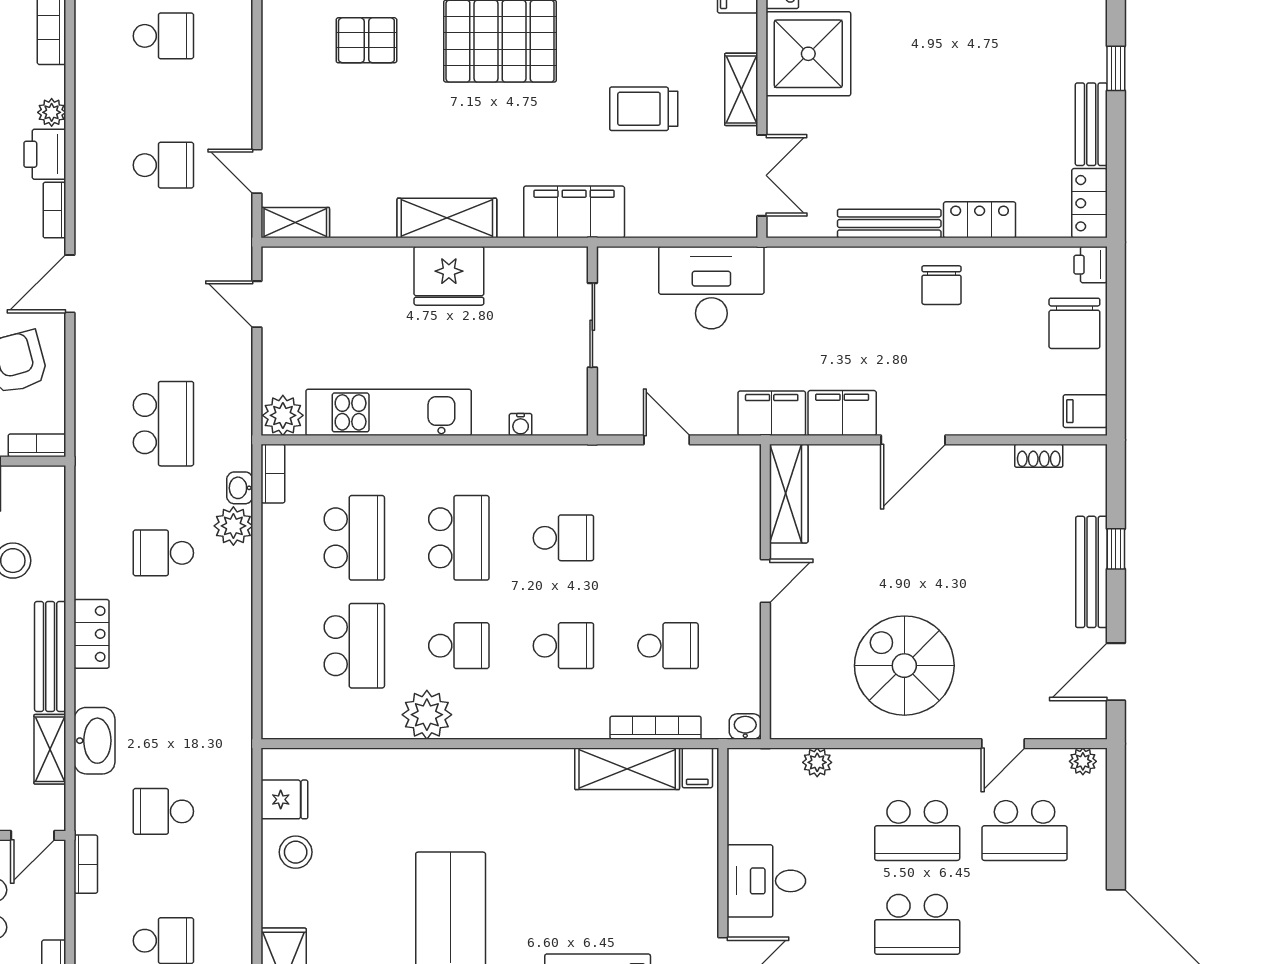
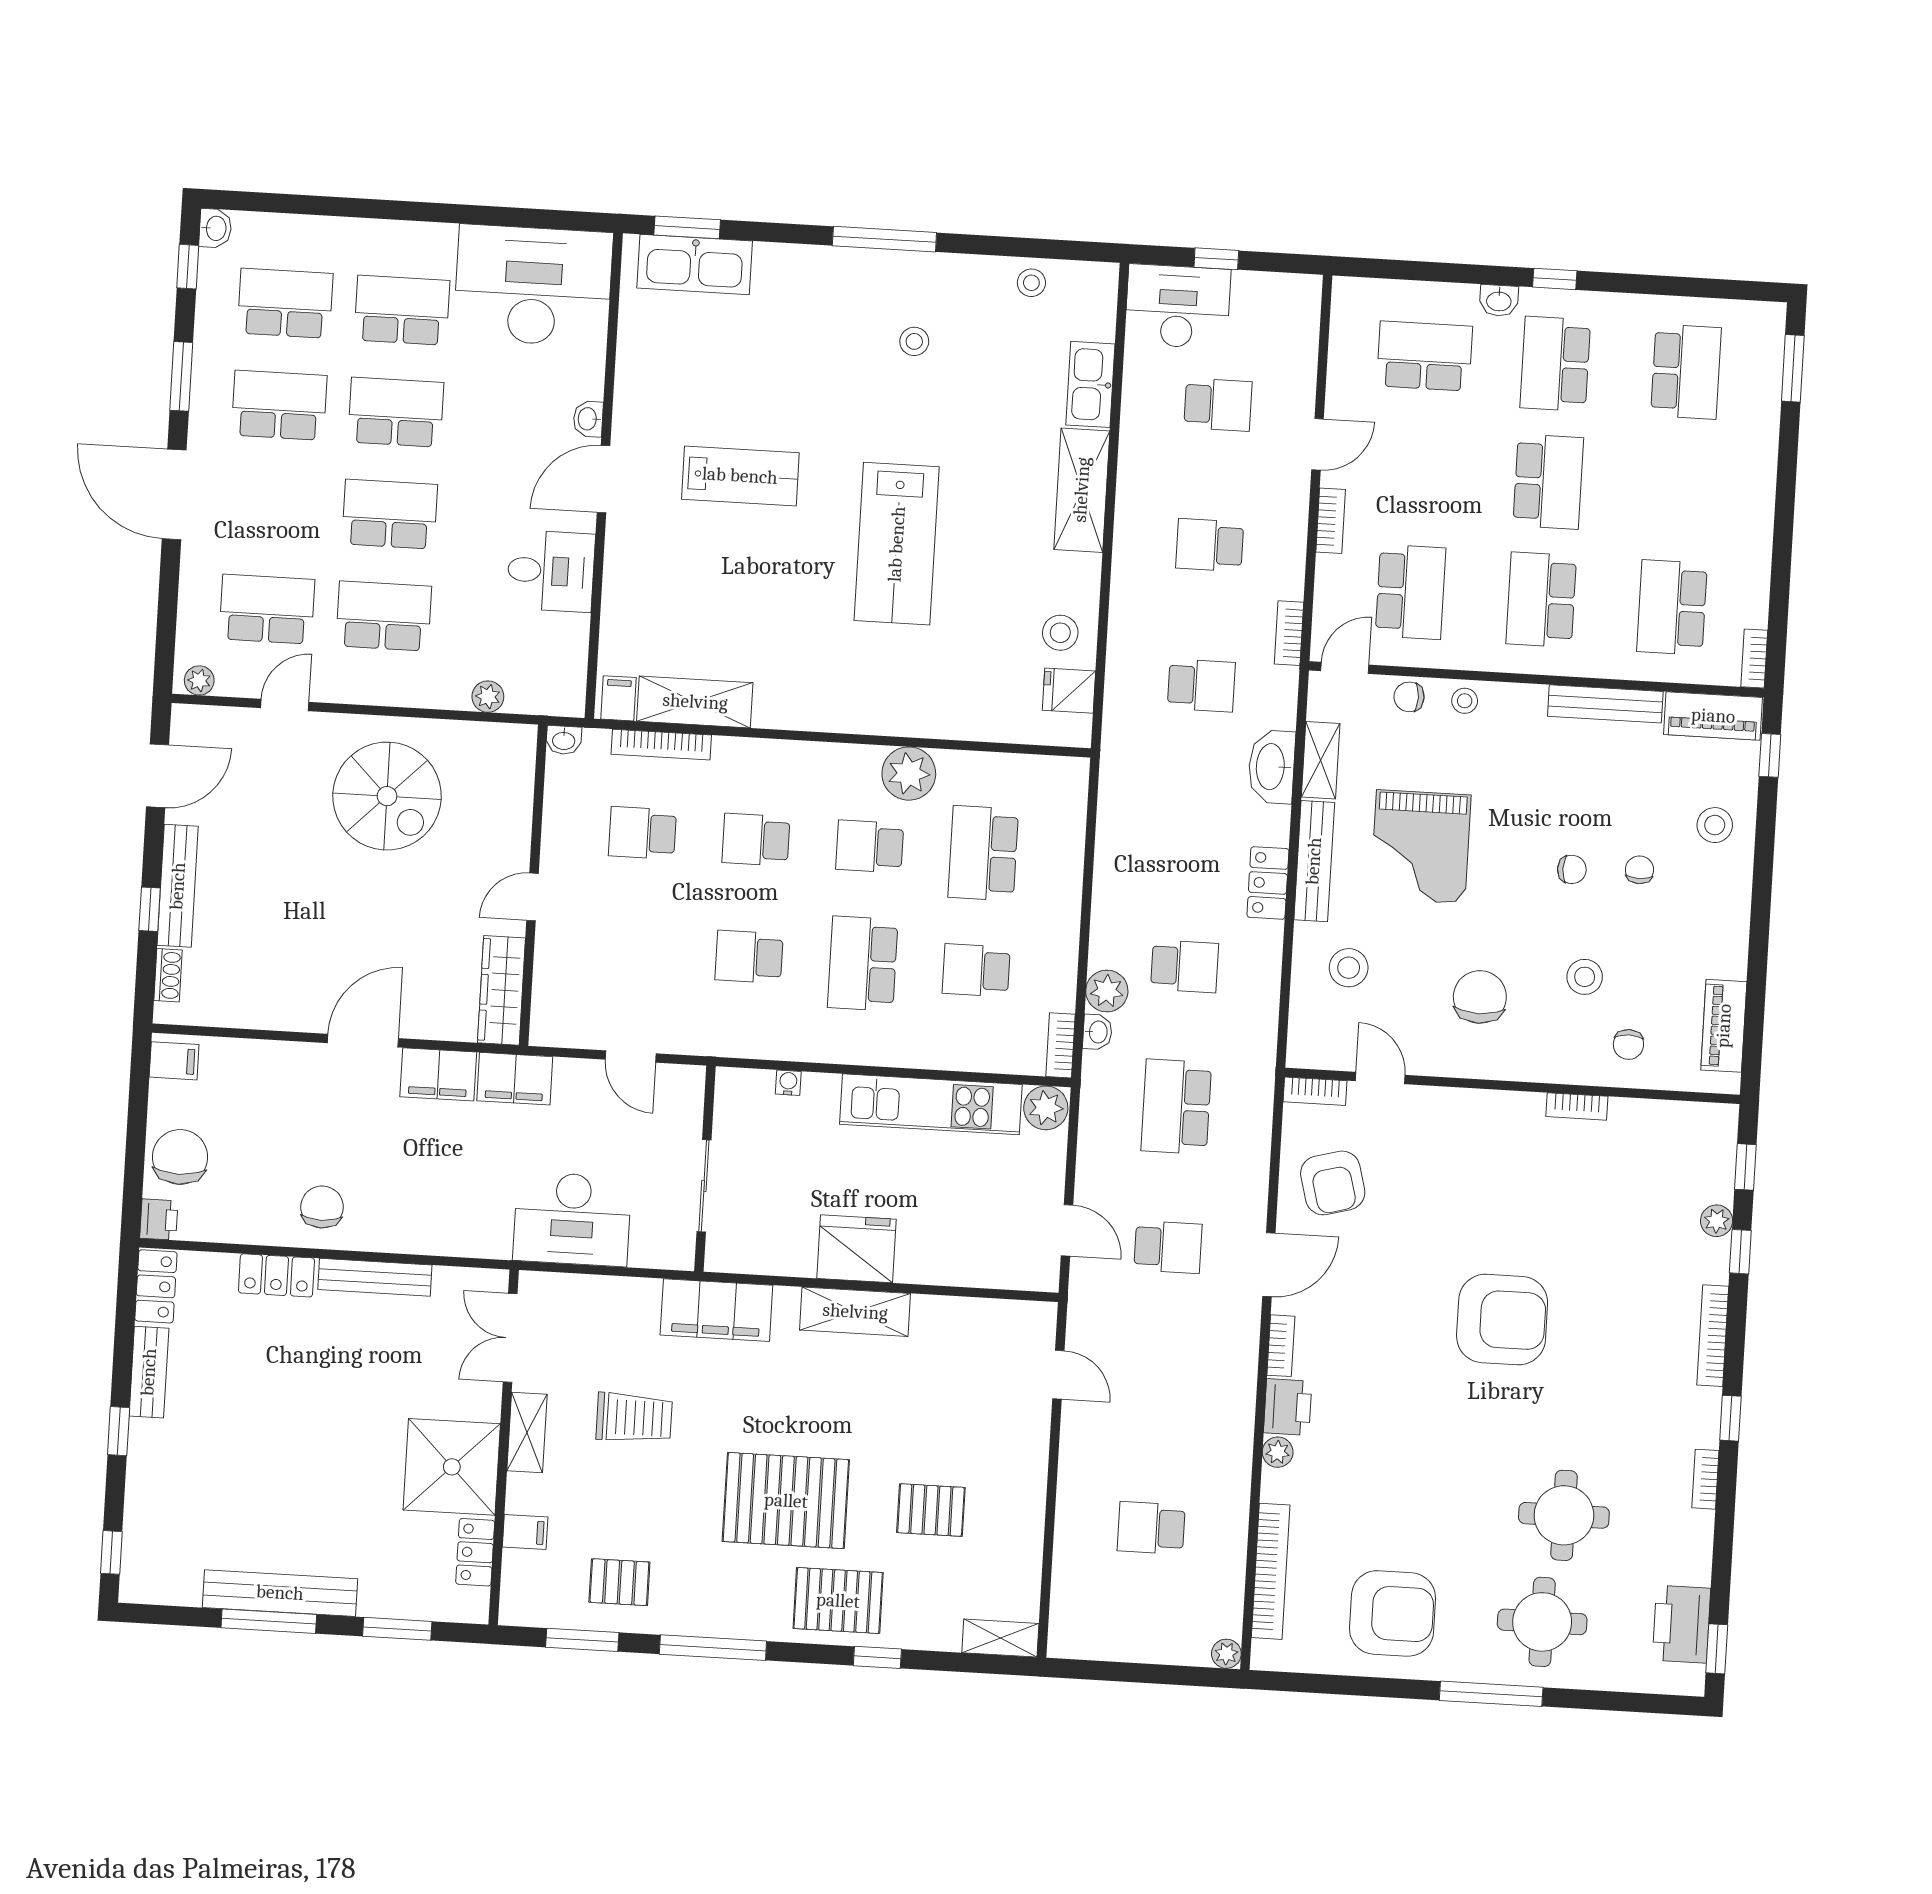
school desk: (163, 165) -> (1168, 1247), moved, turned 180
shelving: (295, 223) -> (1020, 1317), removed
shoe rack: (1039, 456) -> (168, 975), moved, turned 90
school desk: (354, 538) -> (976, 970), width x0.54

